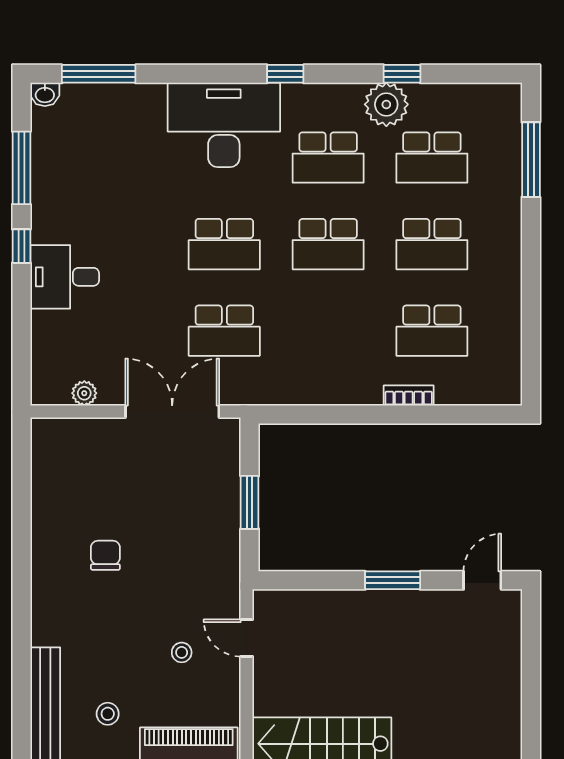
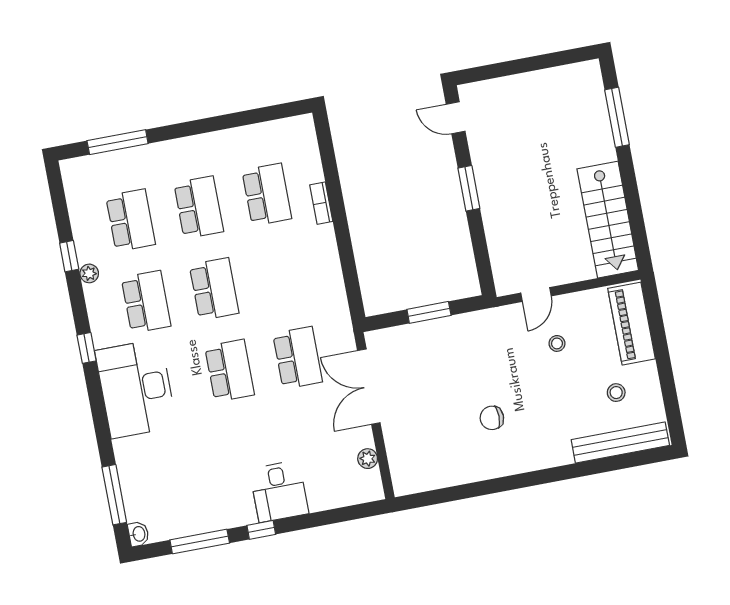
plant: (386, 104) -> (89, 273), width x0.53, depth x0.53

